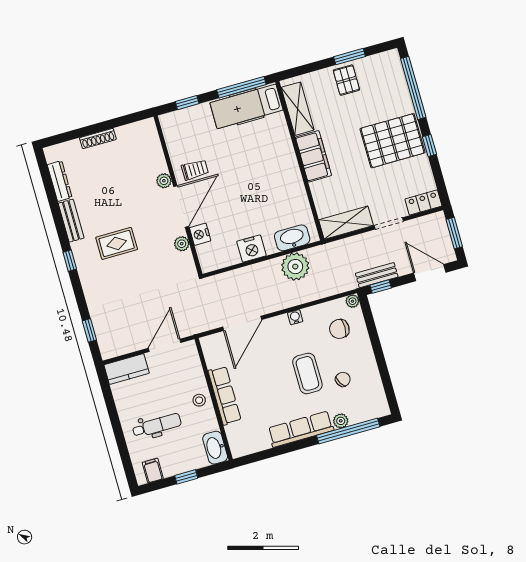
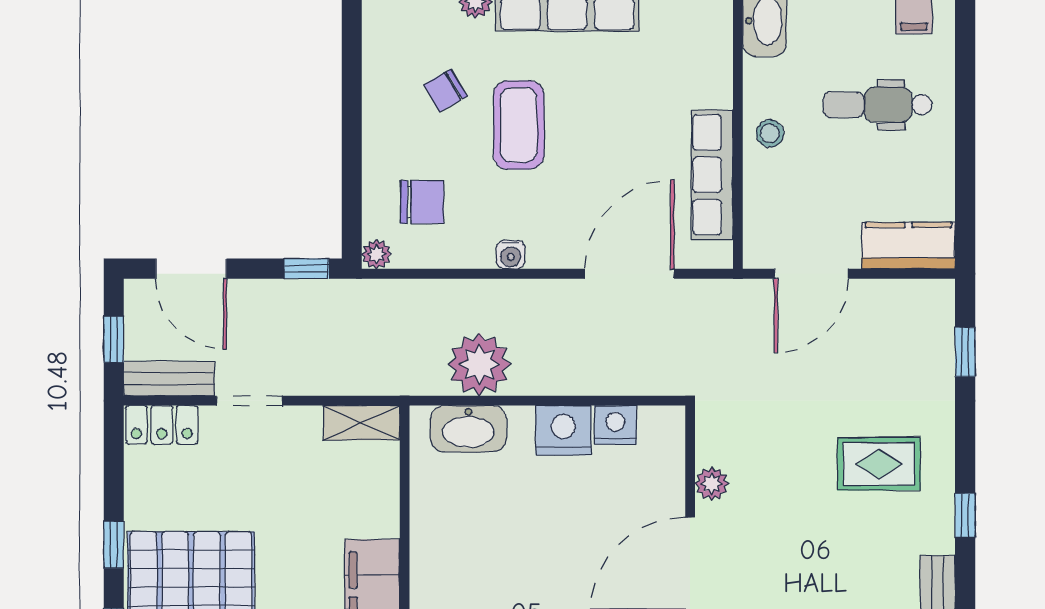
shelving: (346, 223) -> (361, 423), width x0.67, depth x0.75
window: (454, 233) -> (114, 339), width x0.67
nightstand: (200, 234) -> (615, 425), moved, turned -90
rug: (117, 243) -> (879, 464), moved
bench: (377, 275) -> (169, 379), moved
row of seats: (224, 396) -> (712, 175), moved

